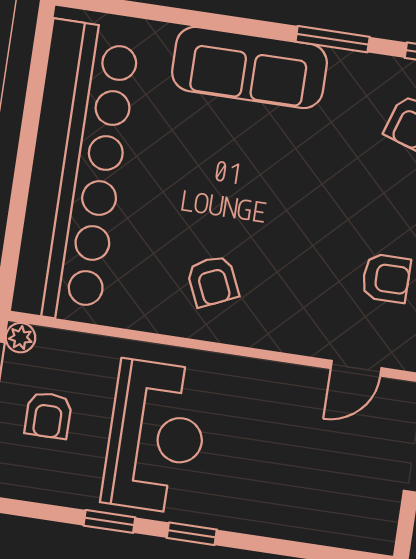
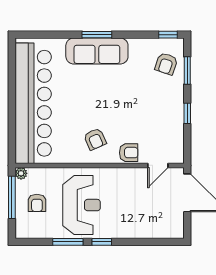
window: (333, 39) -> (97, 35), moved
armchair: (386, 278) -> (129, 153), moved
window: (109, 521) -> (68, 242), width x1.50

